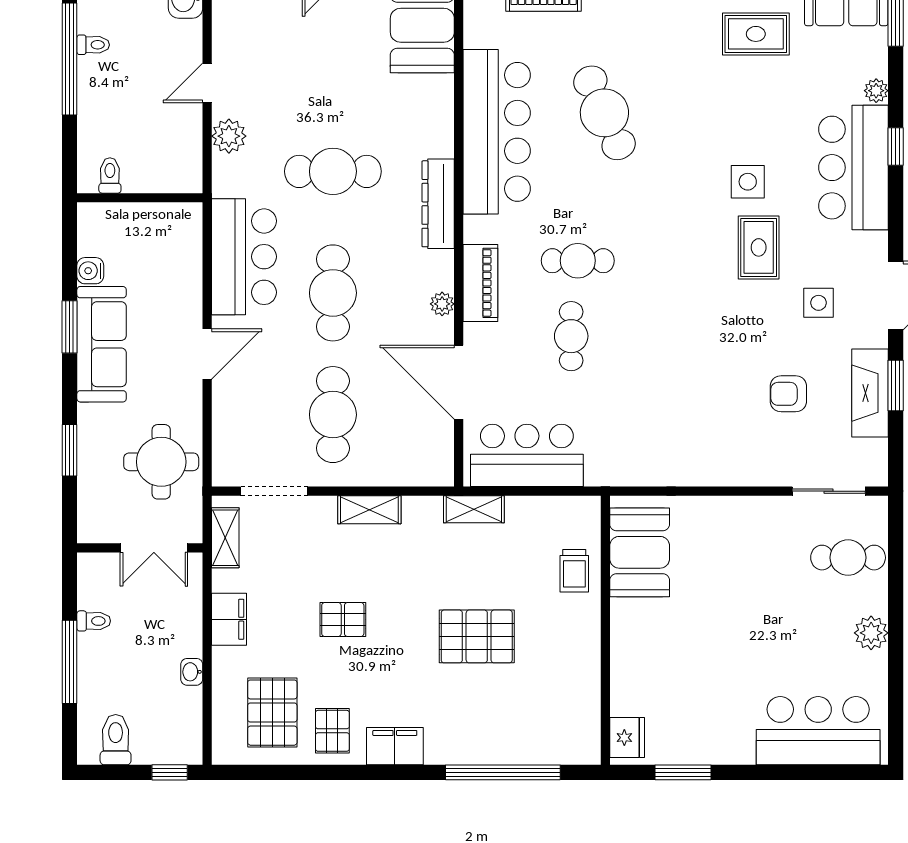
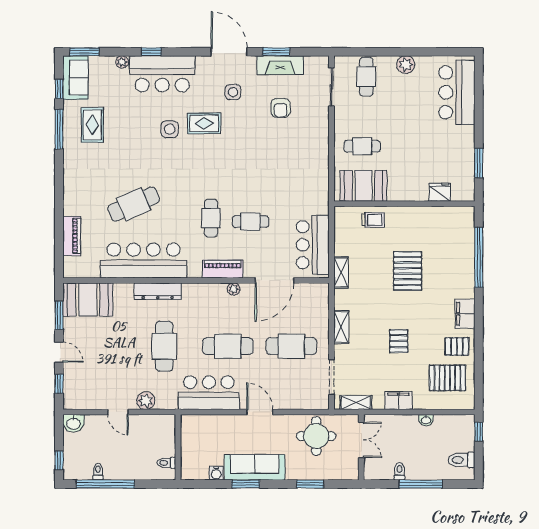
dresser: (438, 204) -> (158, 291), moved
cafe table: (715, 550) -> (362, 146), added
fridge: (627, 738) -> (440, 192), moved

